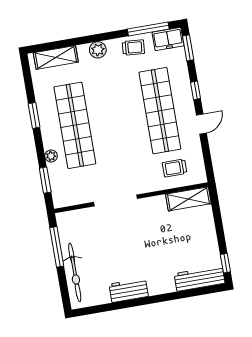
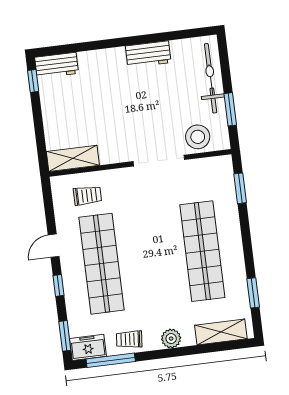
window: (34, 115) -> (253, 293), moved
plant: (51, 156) -> (232, 216), removed
stool: (83, 222) -> (198, 137), added
window: (57, 247) -> (230, 109), width x0.69
workbench: (200, 278) -> (56, 65), width x0.73

